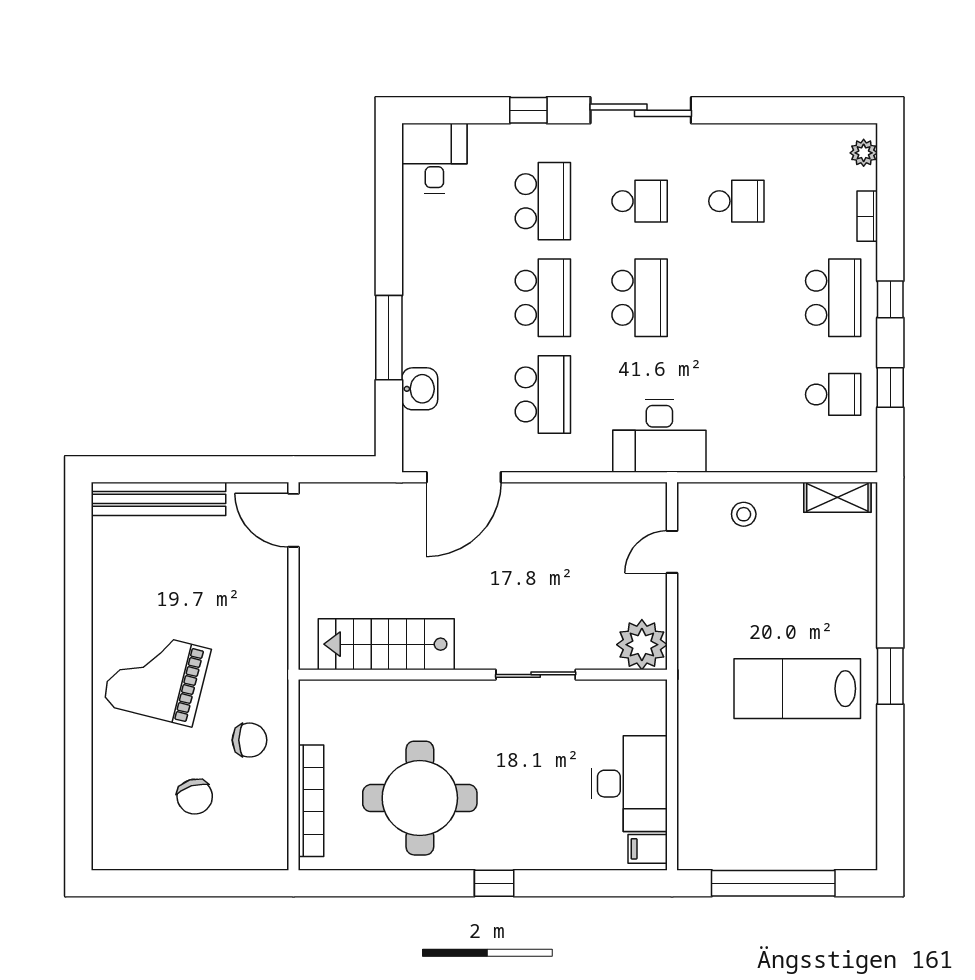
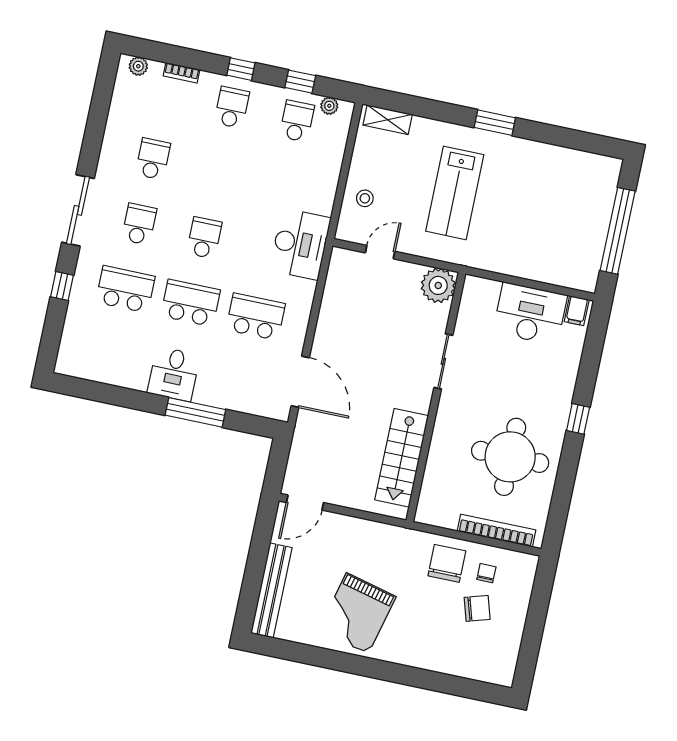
desk: (434, 158) -> (174, 374), moved, turned -90
school desk: (640, 298) -> (204, 238), width x0.54
school desk: (833, 298) -> (232, 107), width x0.54
washbasin: (420, 389) -> (234, 399), removed
plant: (865, 436) -> (329, 106), added
shelving: (837, 497) -> (388, 120), moved, turned 90
door: (672, 552) -> (380, 252), swing flipped
grand piano: (157, 677) -> (357, 613), moved
lab bench: (797, 689) -> (455, 193), moved
chair: (250, 740) -> (447, 563), width x1.37, depth x1.37
chair: (248, 799) -> (486, 573), added

